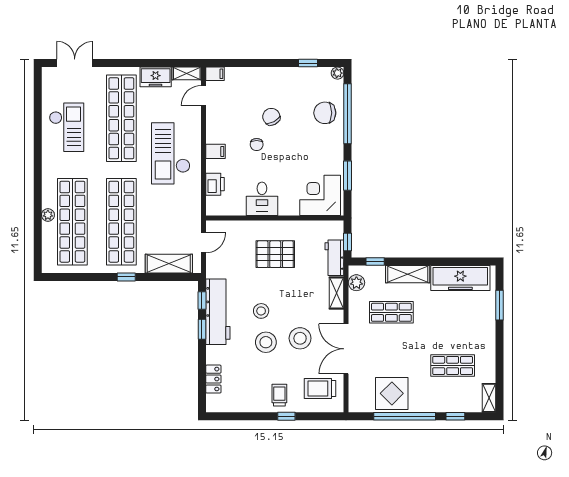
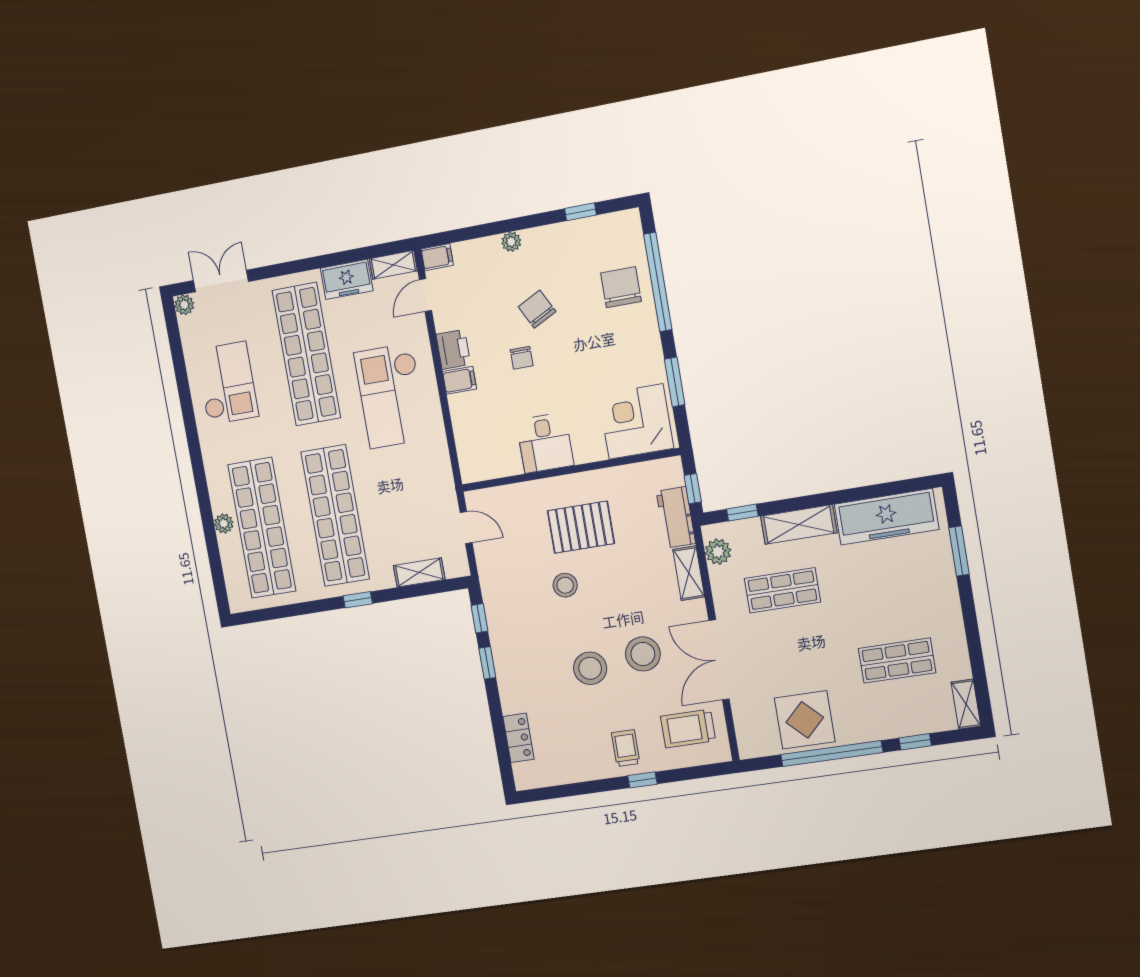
plant: (48, 73) -> (184, 305), added
plant: (338, 73) -> (511, 242), moved
chair: (325, 113) -> (621, 287), turned 90
printer: (215, 184) -> (453, 349), moved
door: (203, 243) -> (466, 528), hinge flipped
shelving: (169, 264) -> (419, 572), width x0.67, depth x0.75
stool: (261, 311) -> (565, 585), moved
workbench: (218, 312) -> (507, 632), removed

